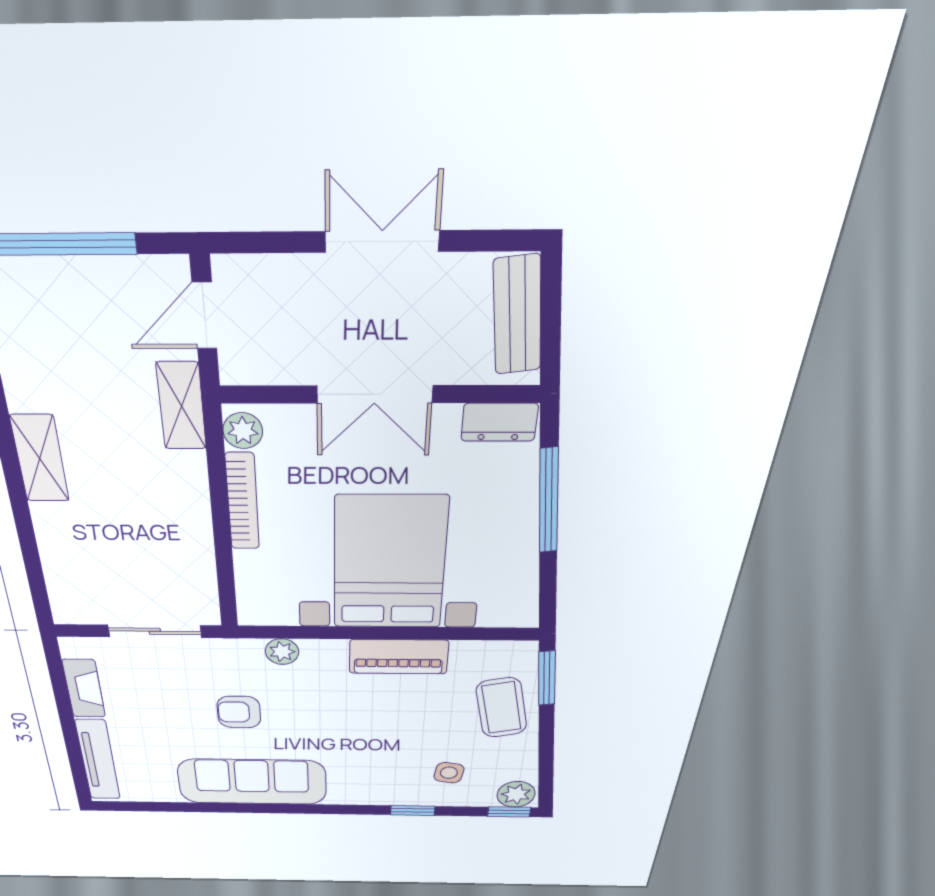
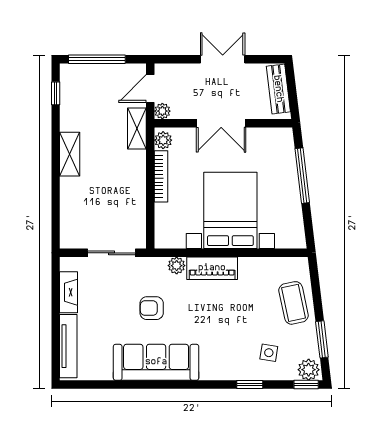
plant: (237, 368) -> (162, 111), added
dresser: (499, 422) -> (276, 136), removed
piano: (399, 657) -> (212, 268), moved
window: (547, 678) -> (322, 339), moved

